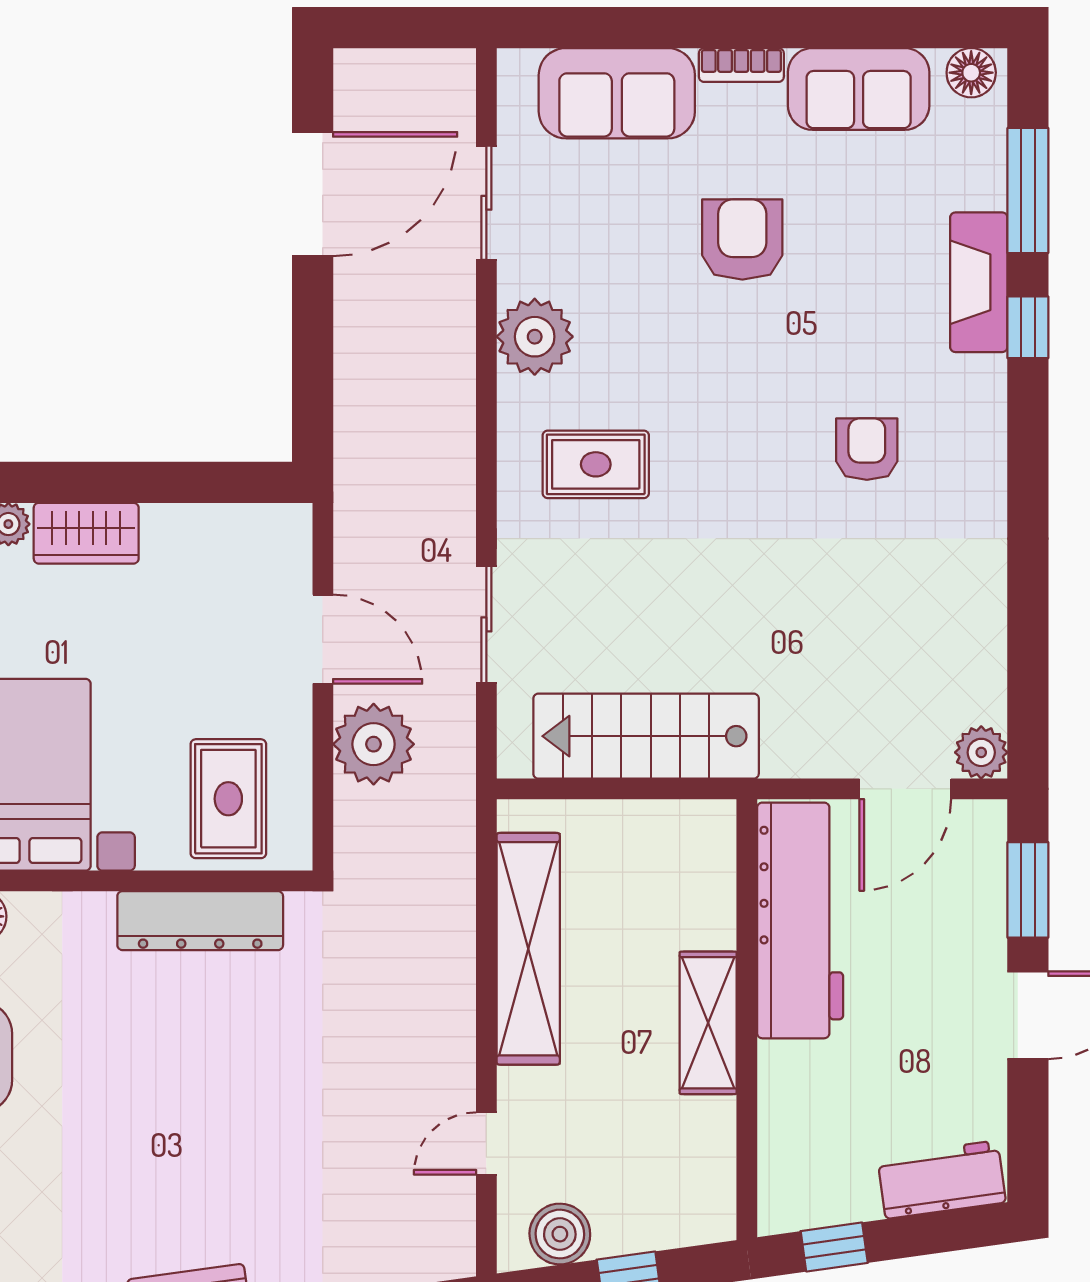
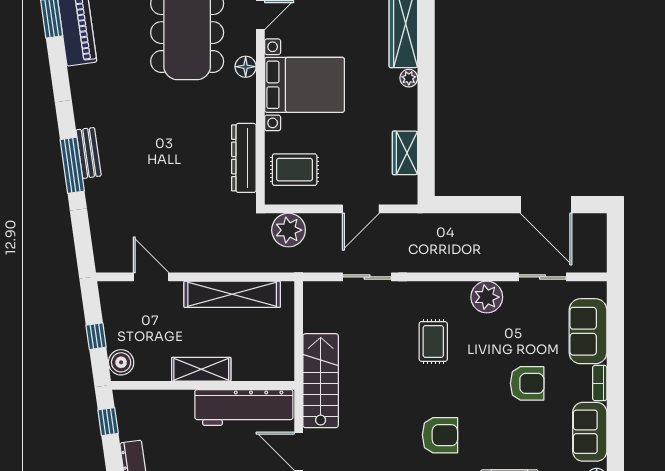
armchair: (867, 449) -> (440, 435), width x1.38, depth x1.38
rug: (596, 464) -> (433, 341), moved
wardrobe: (86, 533) -> (405, 153), moved
stairs: (646, 736) -> (321, 381), moved
plant: (374, 744) -> (289, 230), moved
door: (486, 1143) -> (151, 277), width x1.38
boiler: (560, 1234) -> (121, 362), moved

